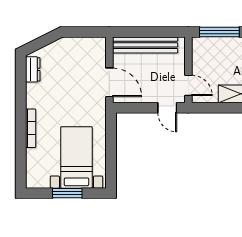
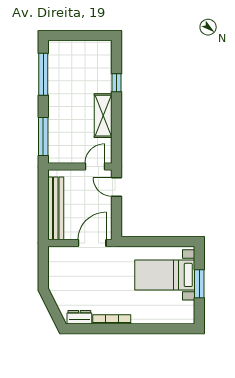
door: (167, 108) -> (117, 187), swing flipped
bookcase: (31, 128) -> (112, 319), moved

